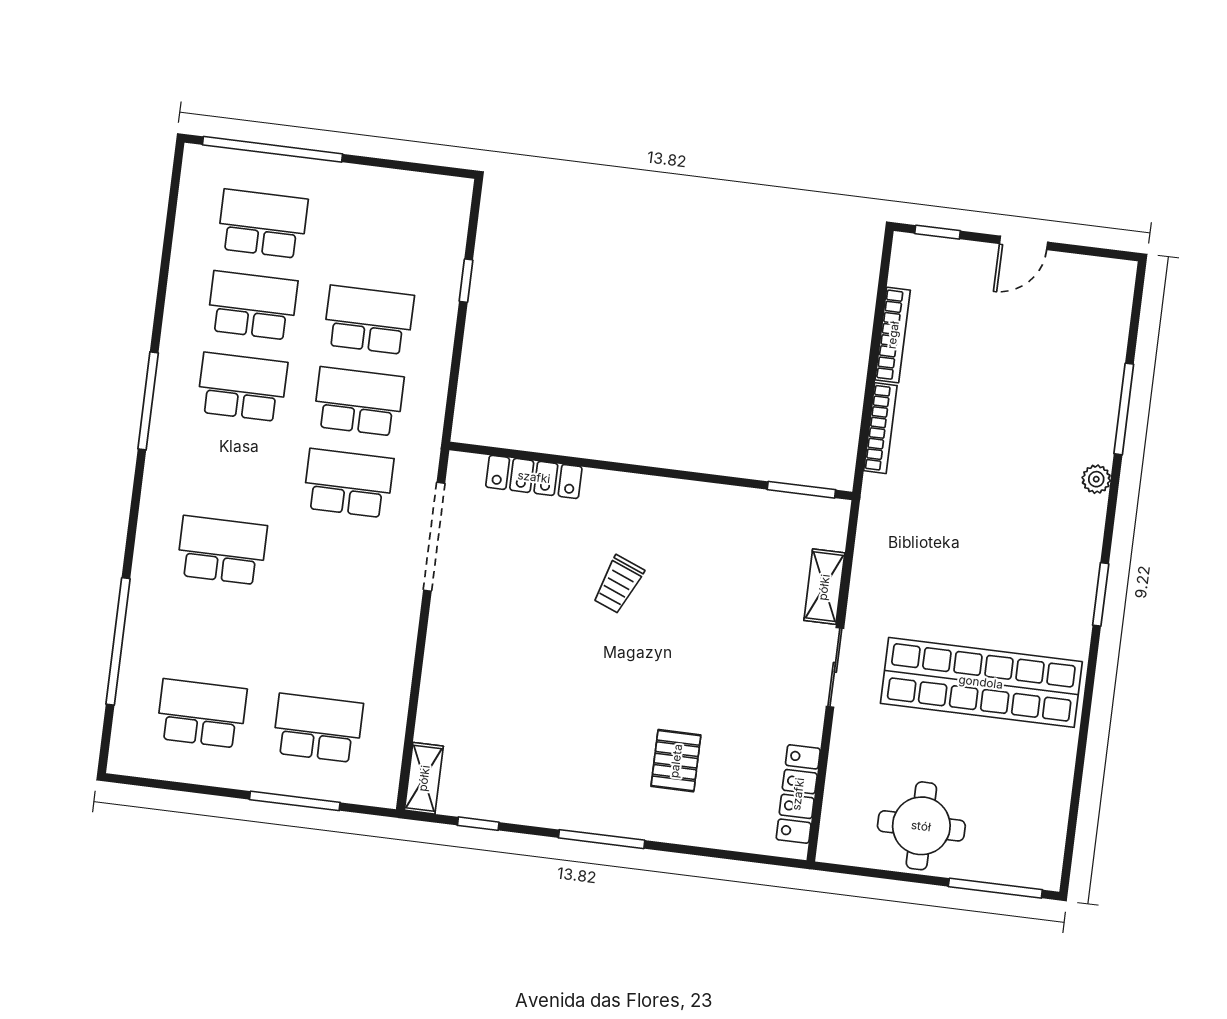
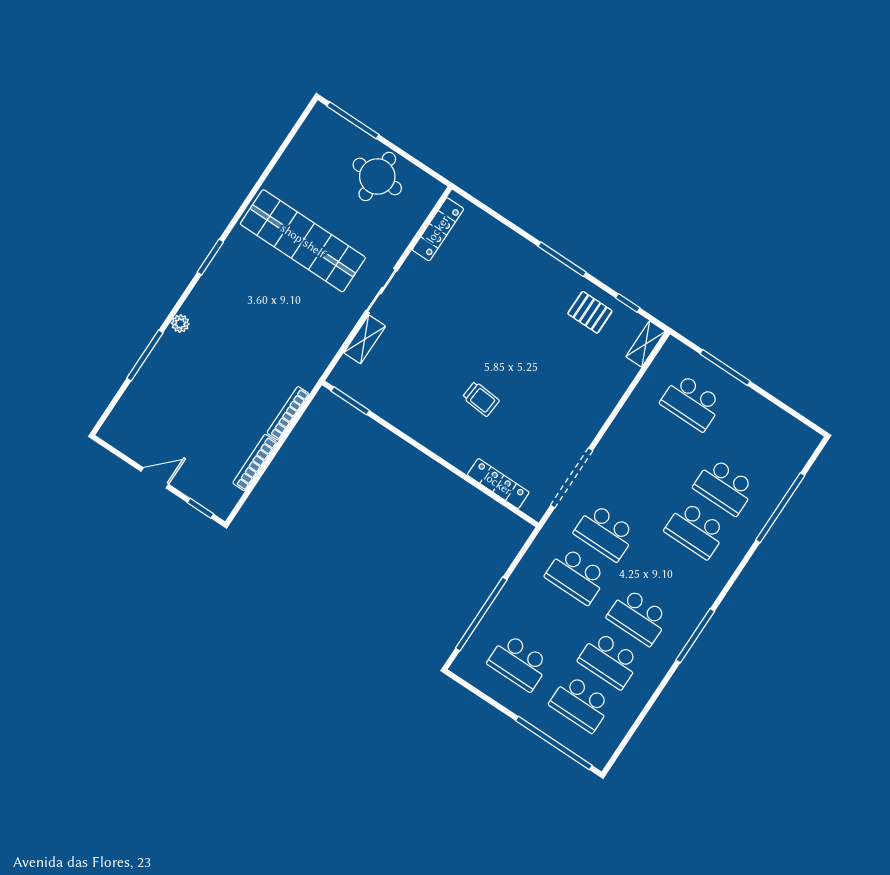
window: (466, 281) -> (481, 614), width x3.17
school desk: (369, 320) -> (519, 663), moved
trolley: (618, 584) -> (481, 399), turned 73
school desk: (201, 714) -> (724, 487), moved
pallet: (676, 761) -> (590, 312), moved, turned 90

